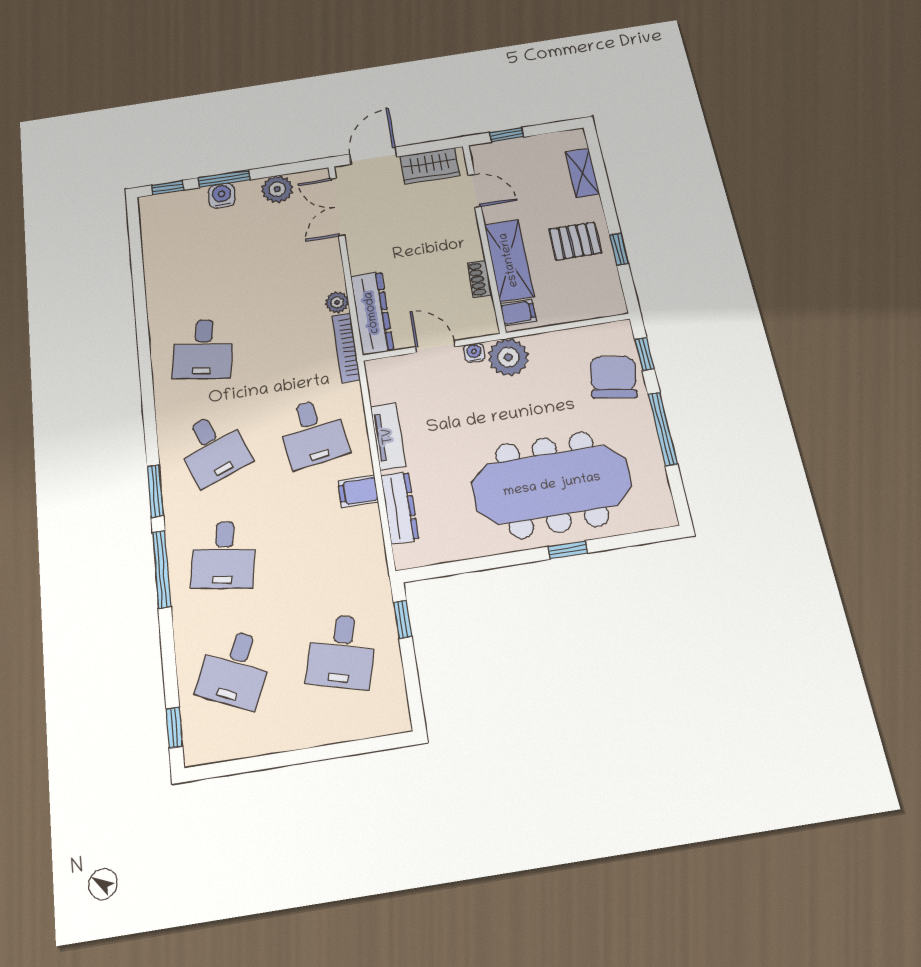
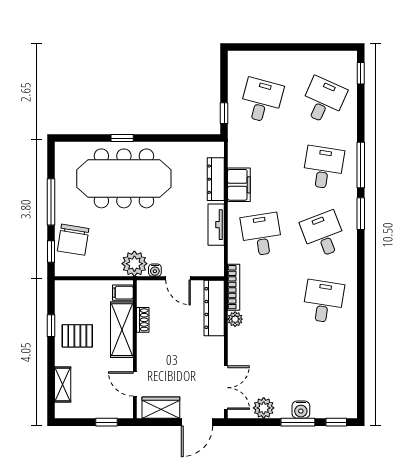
filing cabinet: (358, 491) -> (239, 185), width x2.00

